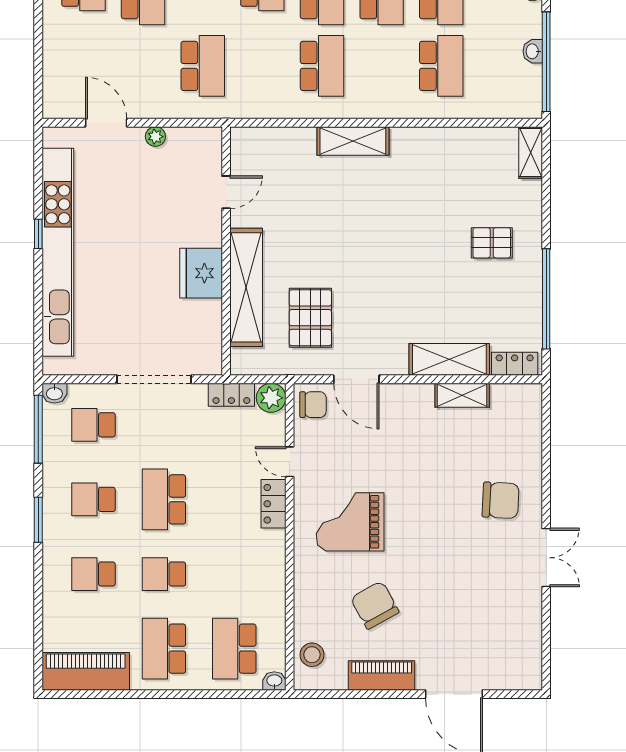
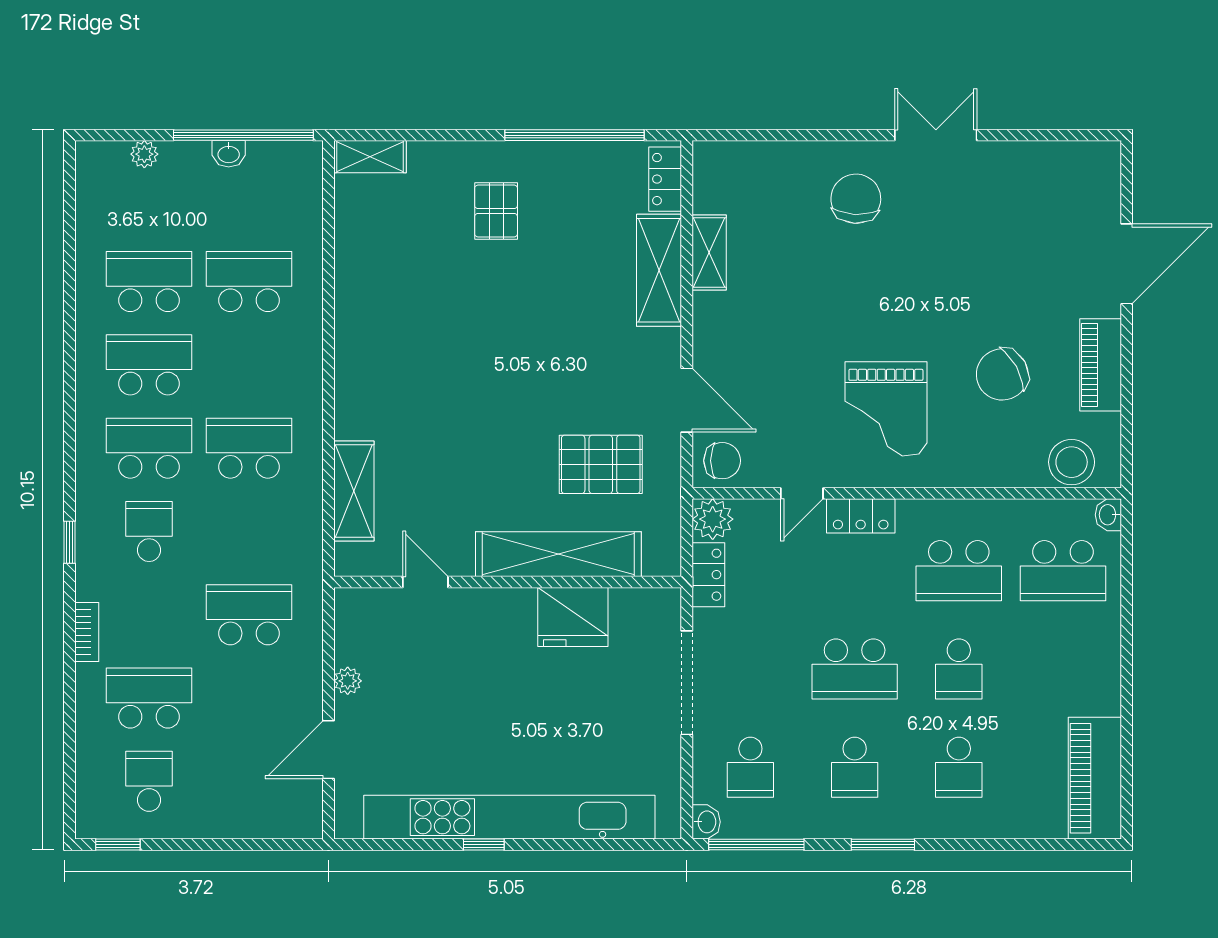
shelving: (353, 141) -> (354, 491), moved
fridge: (201, 273) -> (573, 617), moved
door: (356, 379) -> (687, 400), hinge flipped
chair: (313, 405) -> (722, 461), turned 90
school desk: (164, 649) -> (959, 571), moved
stool: (312, 655) -> (1072, 462), width x1.38, depth x1.38

